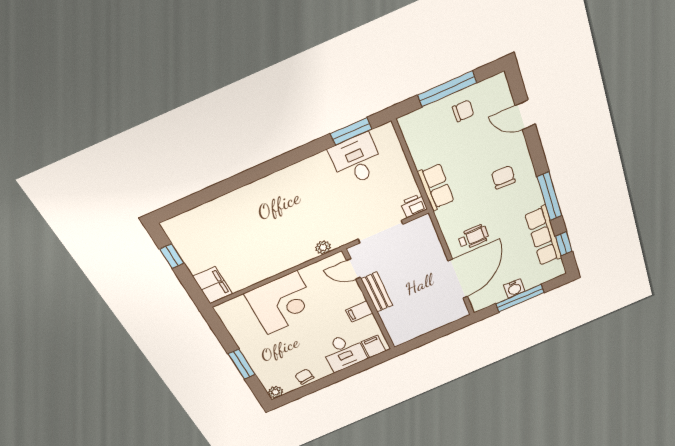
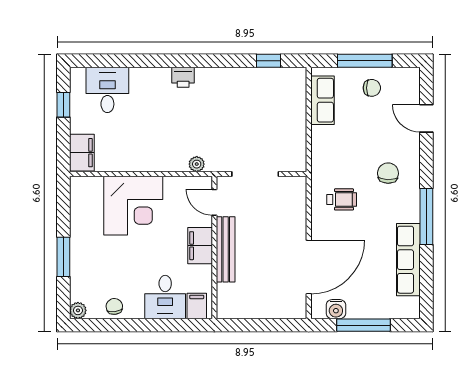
window: (351, 131) -> (269, 61), width x0.67
desk: (356, 160) -> (107, 90), moved
row of seats: (436, 187) -> (323, 100), moved
printer: (414, 206) -> (183, 77), moved, turned 180
wheelchair: (473, 237) -> (342, 199), moved
window: (564, 244) -> (426, 280), removed
water cooler: (514, 288) -> (336, 309), moved
bench: (377, 292) -> (226, 249), width x1.36
filing cabinet: (359, 311) -> (200, 246), width x2.00

